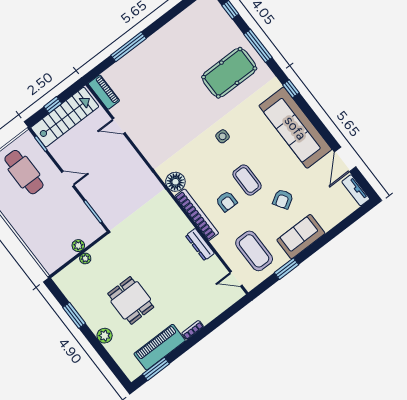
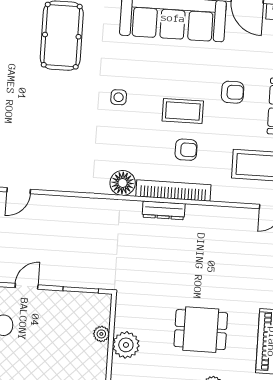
armchair: (283, 199) -> (233, 92), turned -58
dresser: (200, 245) -> (164, 210), moved
plant: (85, 259) -> (126, 345), width x1.88, depth x1.88

